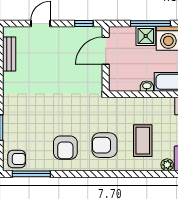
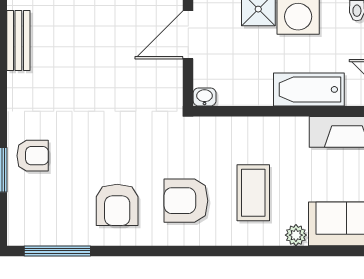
washbasin: (147, 86) -> (205, 97), moved
armchair: (17, 159) -> (33, 156), moved

